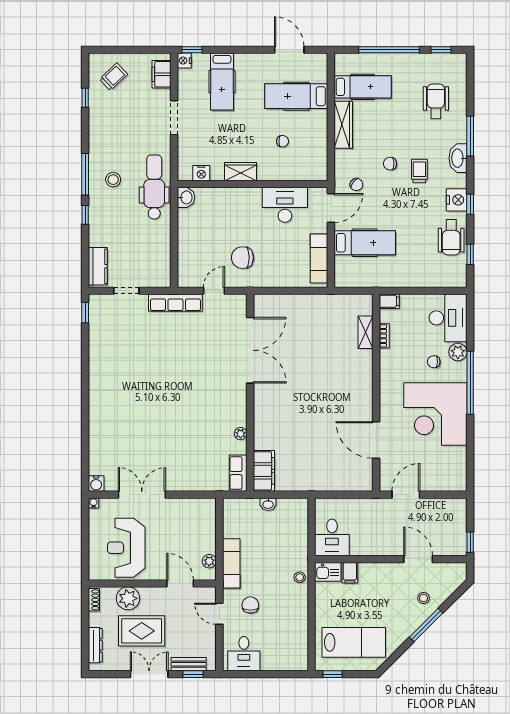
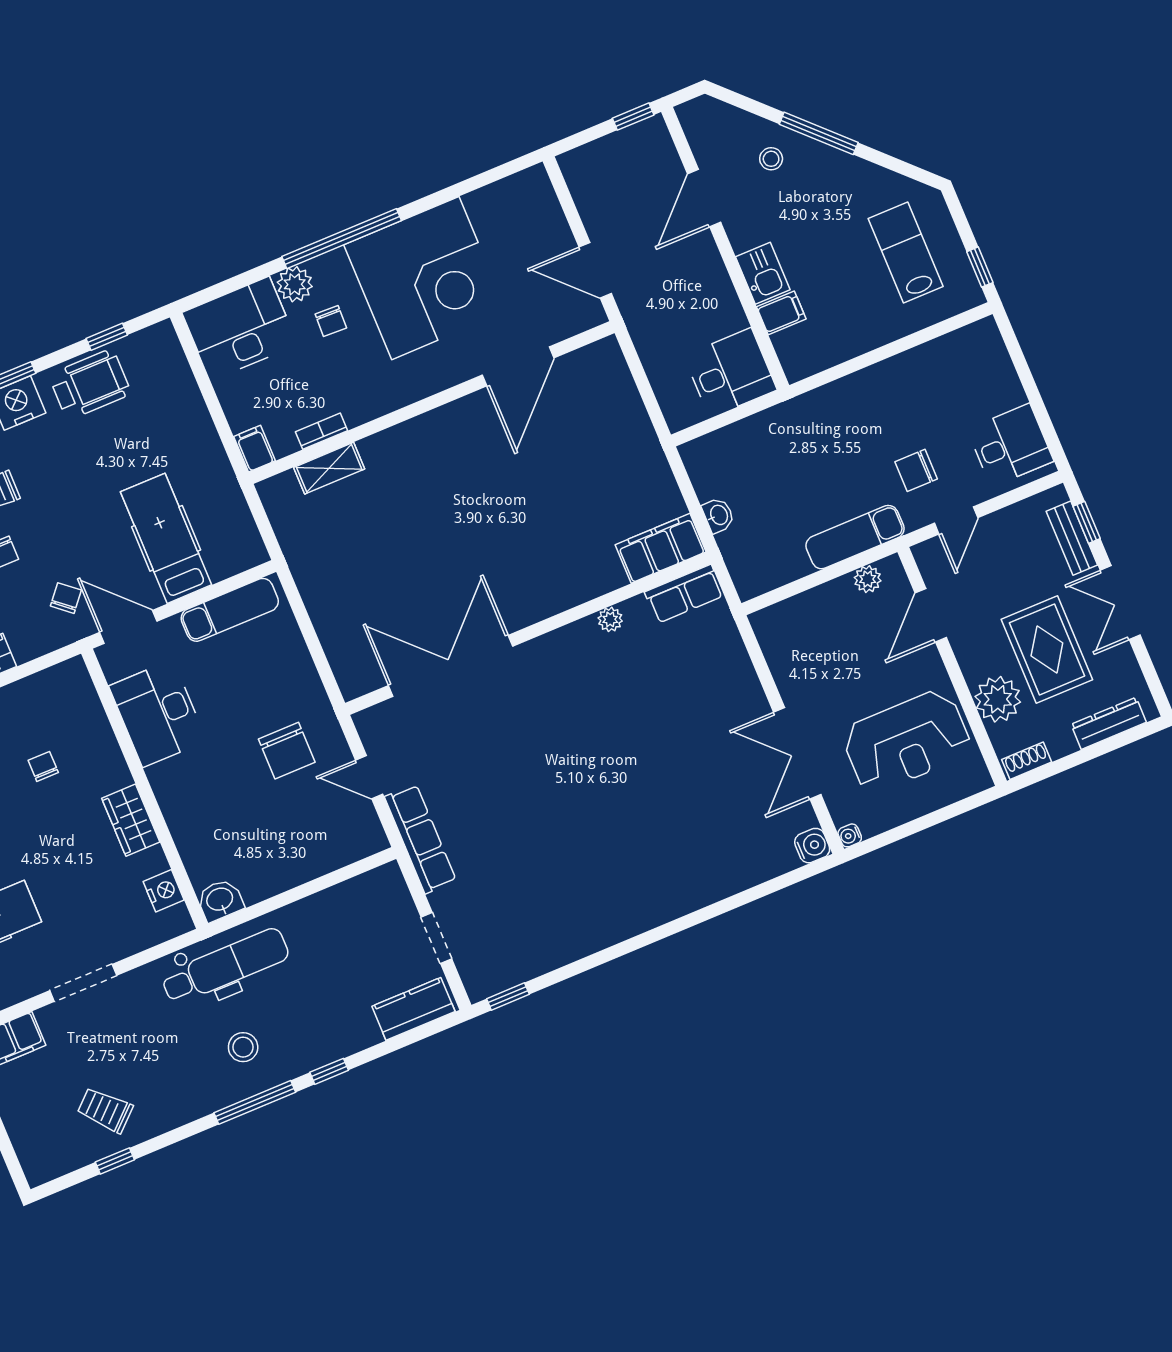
trolley: (114, 77) -> (105, 1110), moved
dental chair: (154, 187) -> (225, 966), turned 180
kitchen sink: (328, 572) -> (763, 273), moved
stool: (300, 577) -> (828, 401), removed
lab bench: (354, 642) -> (906, 253), width x0.73, depth x0.72

